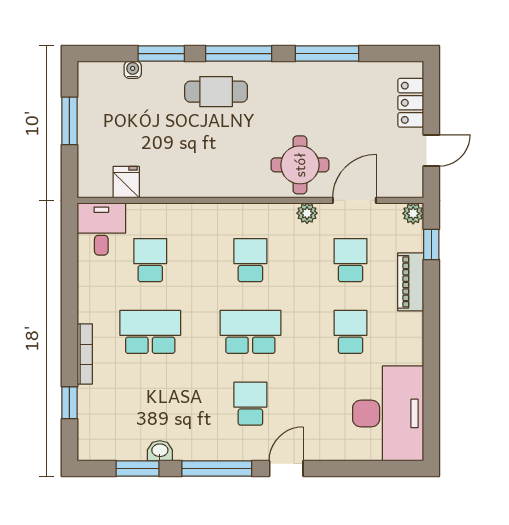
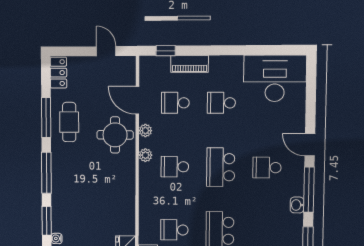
cafe table: (216, 92) -> (69, 122), moved
locker: (411, 103) -> (58, 73), moved, turned -90
plant: (413, 213) -> (145, 155), moved
washbasin: (160, 451) -> (297, 205), moved

